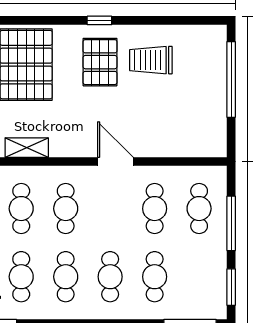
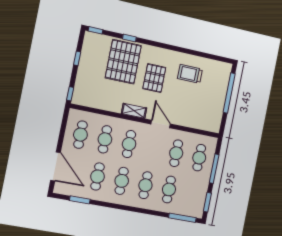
window: (99, 20) -> (129, 38), moved
pallet: (100, 62) -> (154, 78), moved
shelving: (27, 148) -> (134, 111), moved

